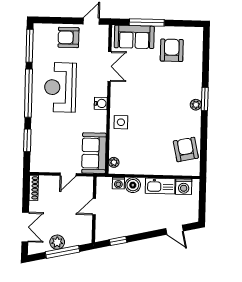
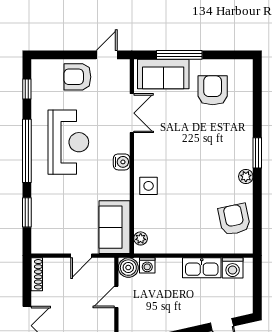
window: (30, 46) -> (27, 89), width x0.46
reception desk: (60, 87) -> (68, 142), turned 180
plant: (196, 105) -> (246, 177), moved
boiler: (133, 185) -> (128, 268), moved

